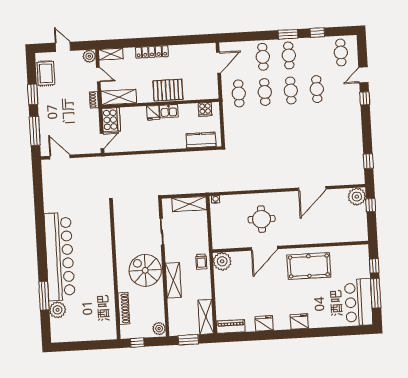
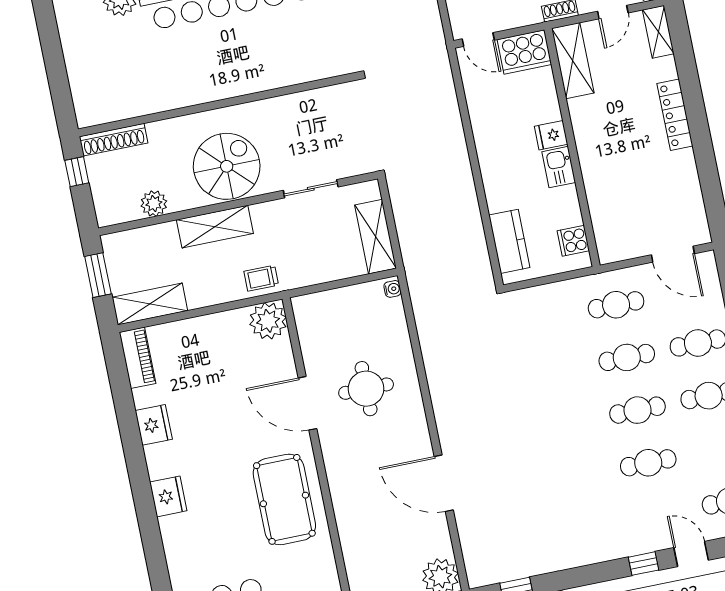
pallet: (168, 90) -> (602, 159), removed
shoe rack: (124, 308) -> (114, 140), moved
plant: (159, 329) -> (154, 204), moved

